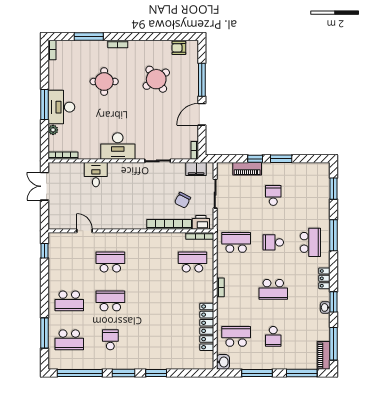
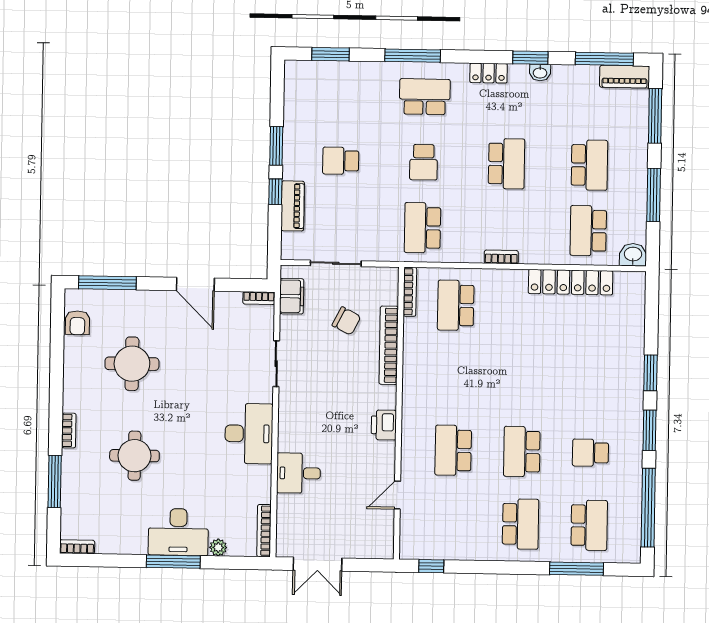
round table: (156, 79) -> (132, 364), turned 35
window: (202, 80) -> (107, 283), moved
printer: (201, 222) -> (384, 425), moved
school desk: (273, 336) -> (589, 165), width x1.85

